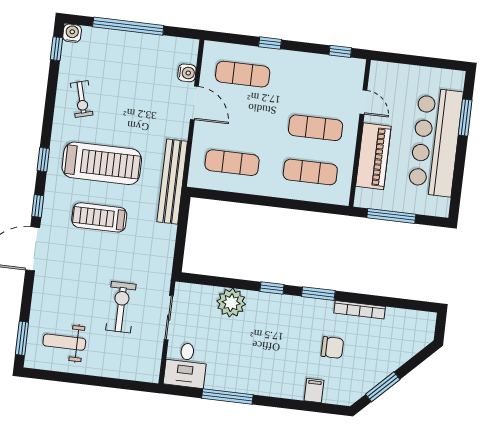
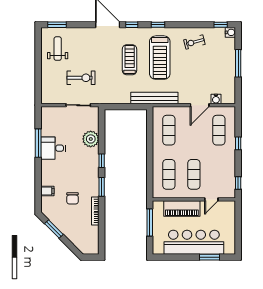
window: (128, 26) -> (238, 63), width x0.68
desk: (186, 365) -> (53, 148), moved

